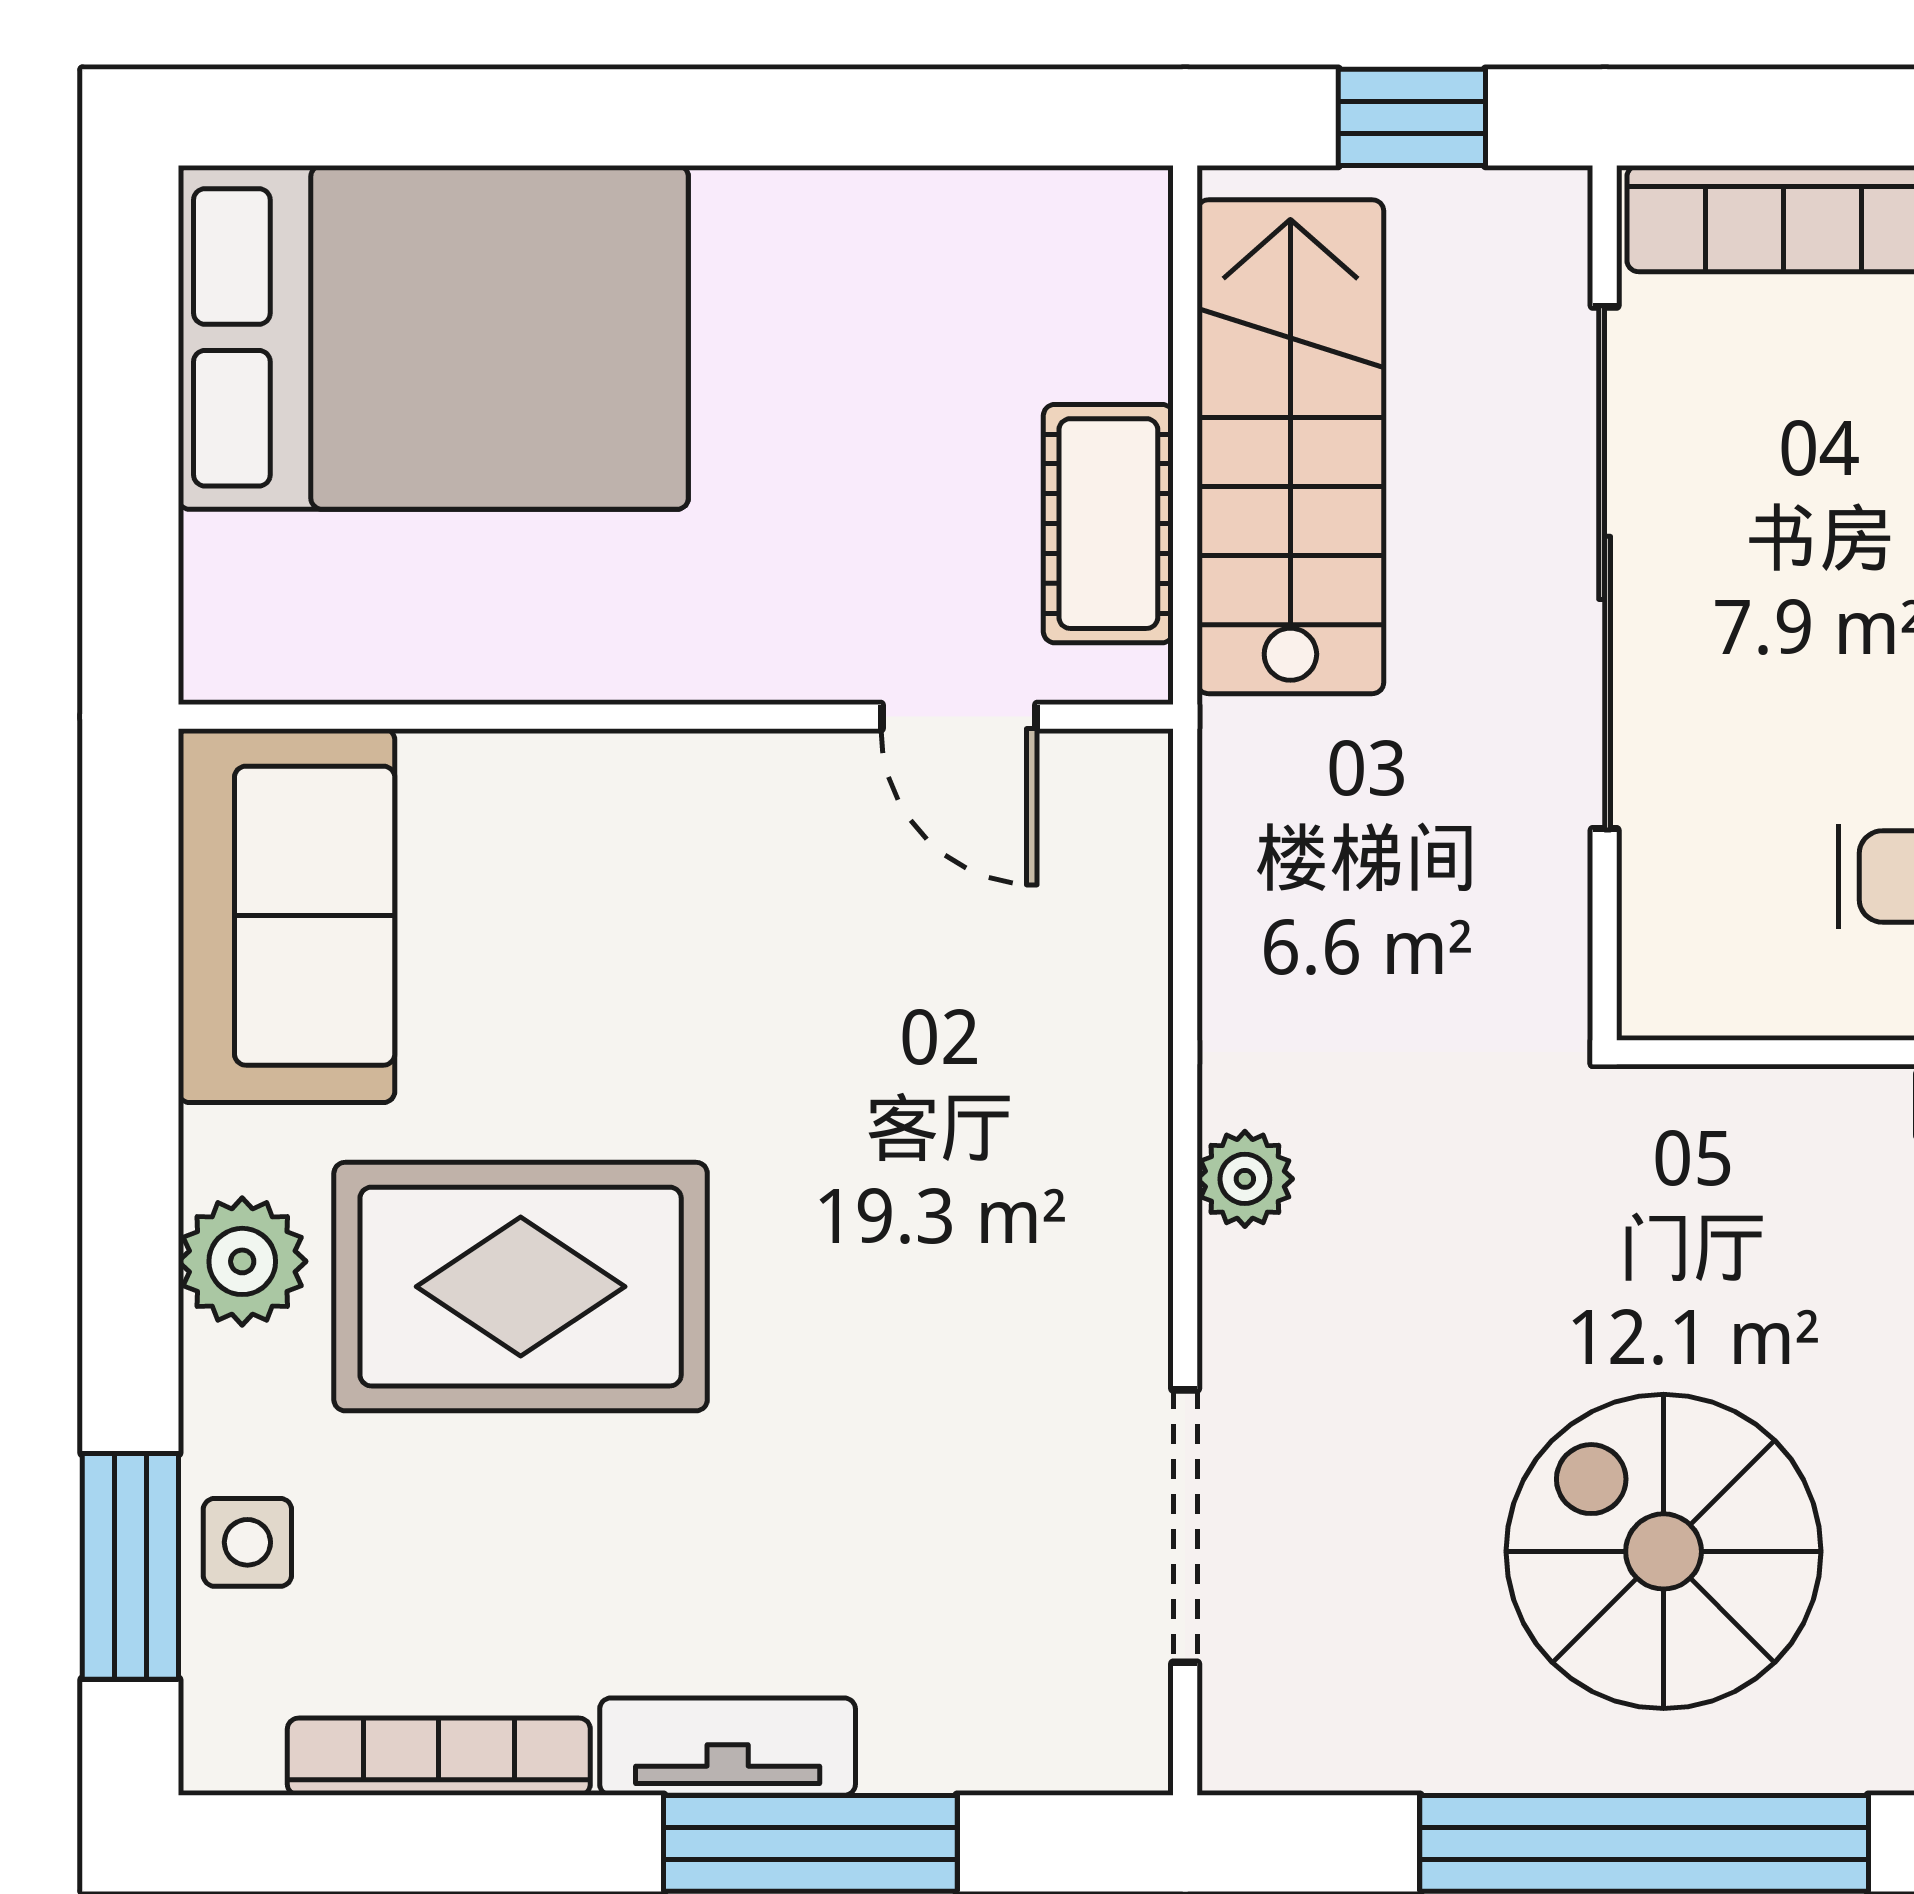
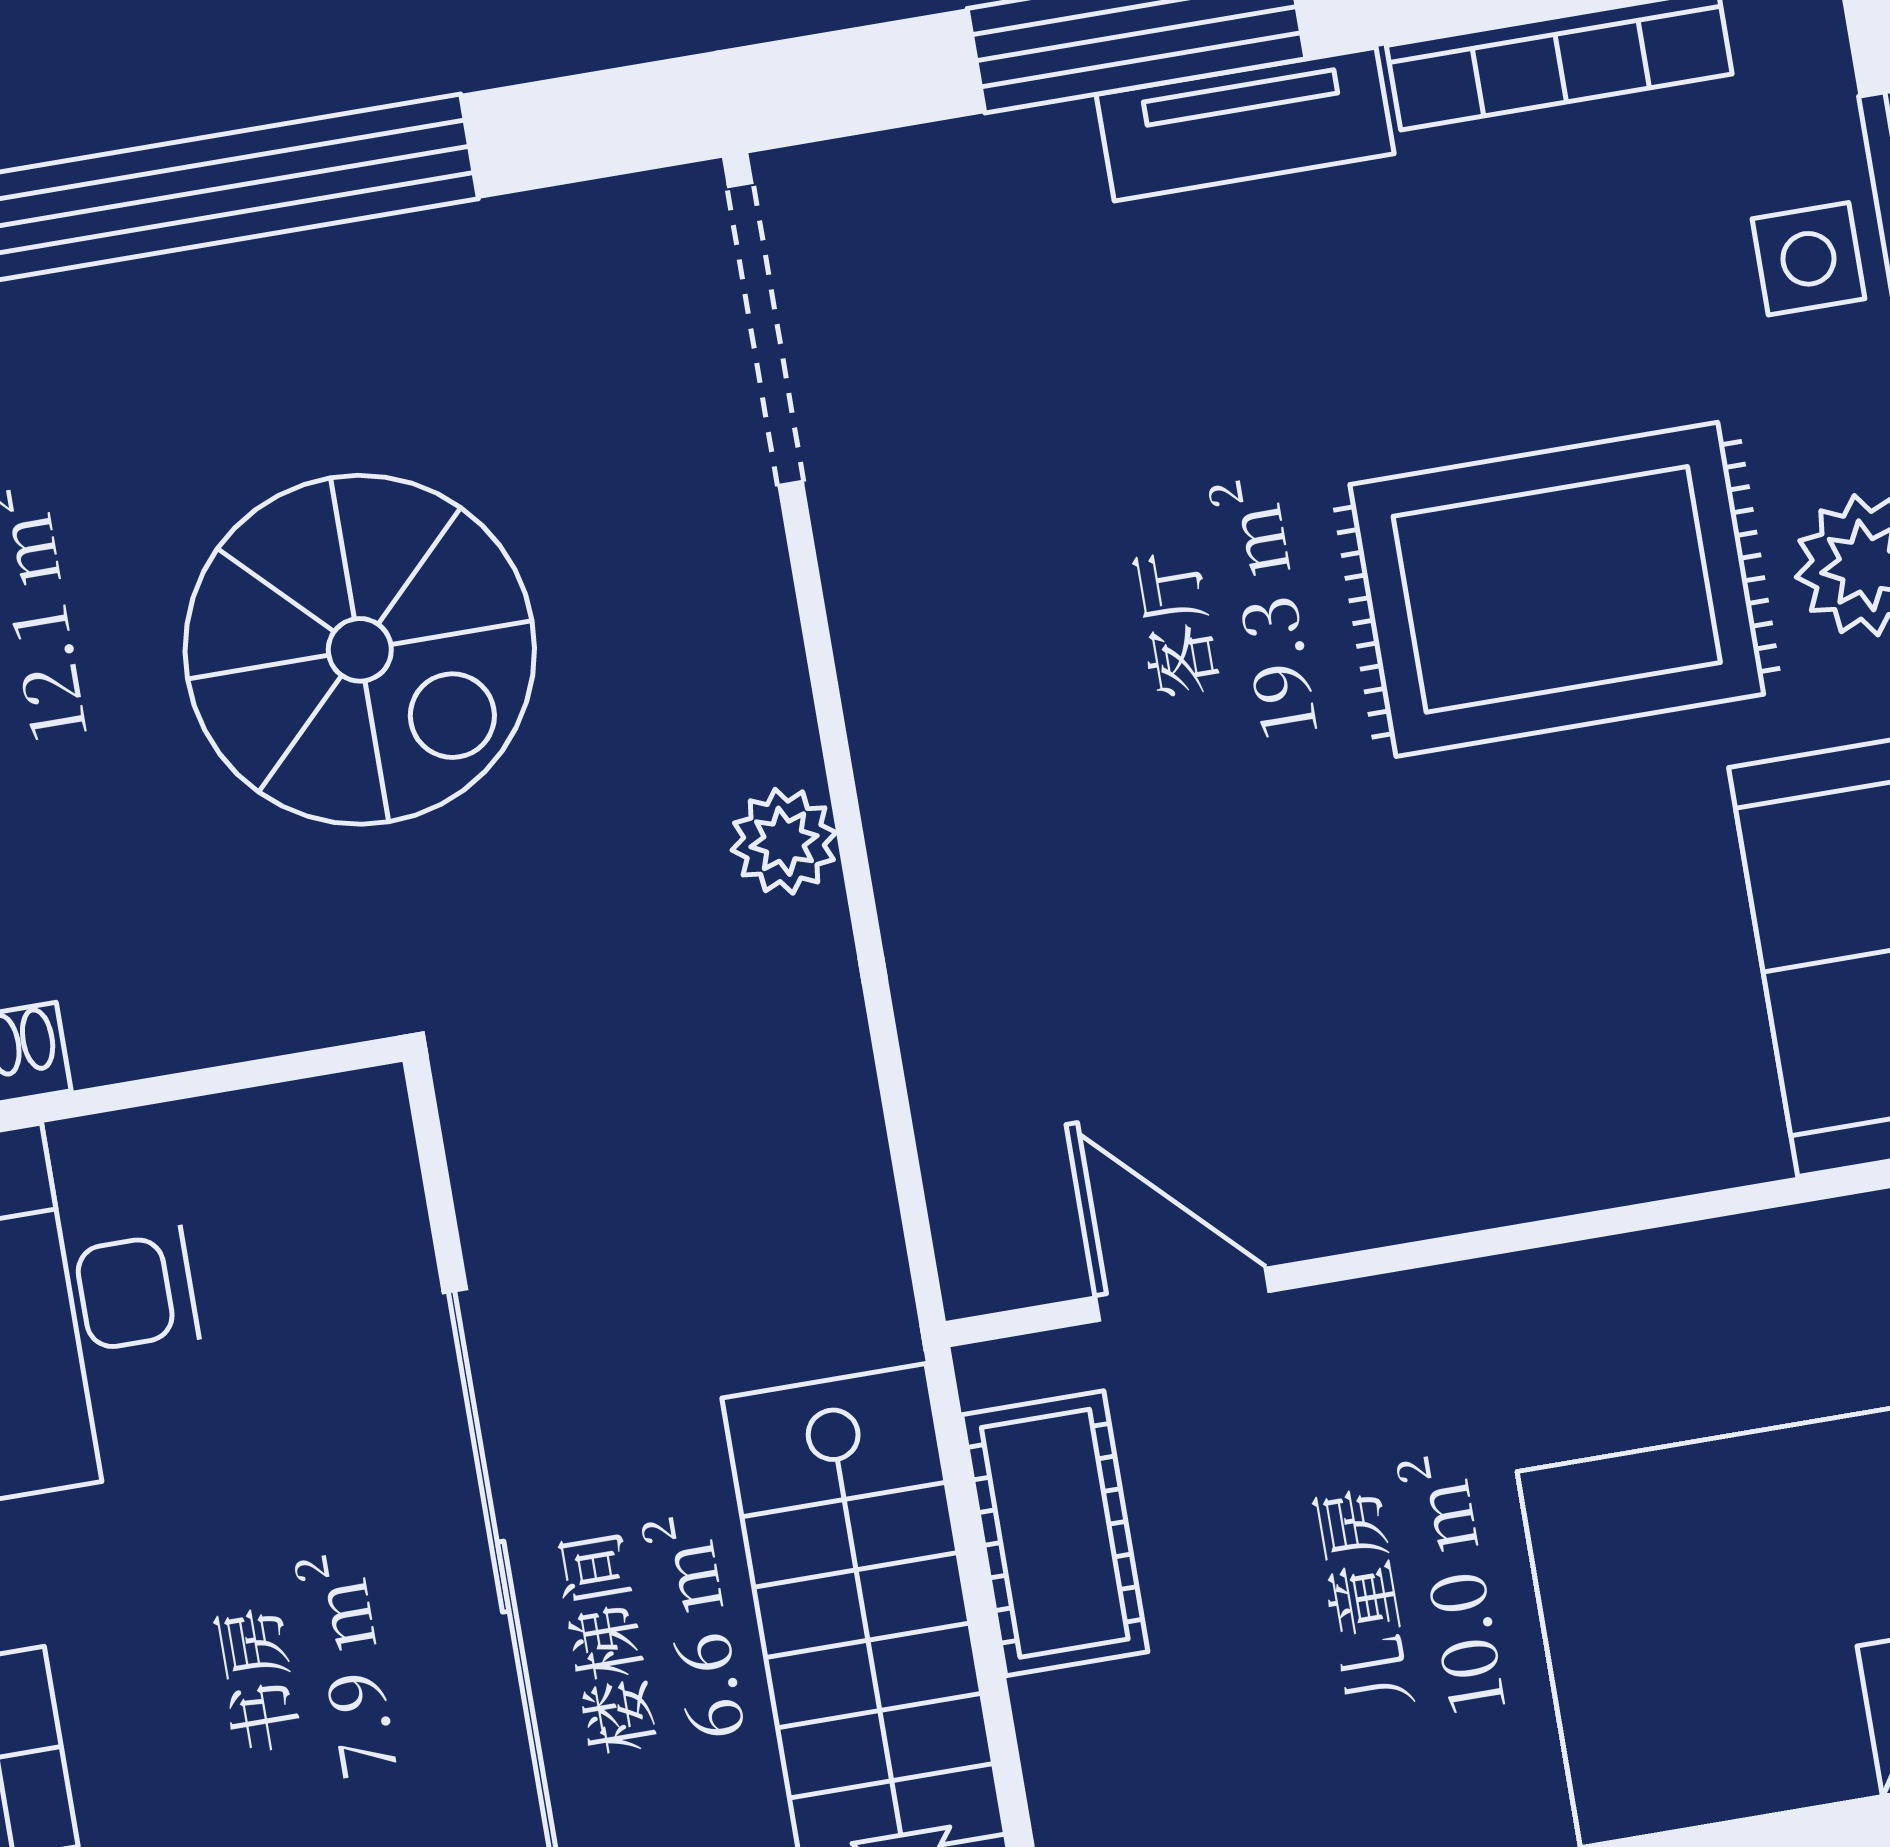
doorway: (1185, 1526) -> (765, 334), moved
spiral stairs: (1664, 1551) -> (360, 650), moved

